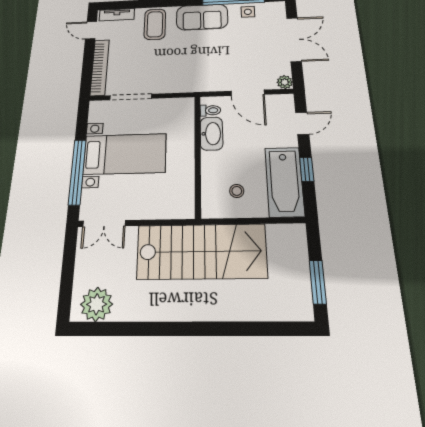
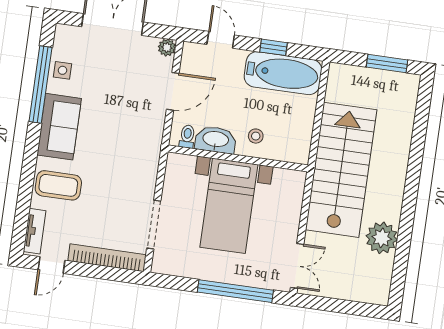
bed with nightstands: (125, 154) -> (229, 206), moved, turned 180
stool: (237, 191) -> (256, 136), moved
plant: (97, 304) -> (382, 238), moved

